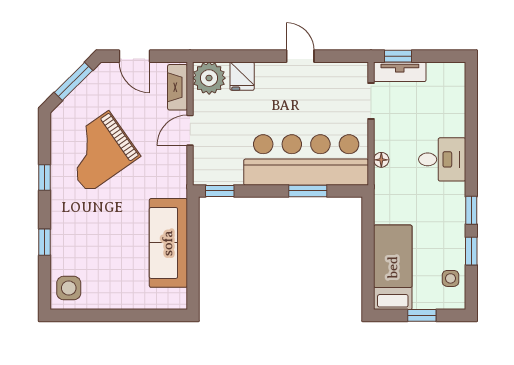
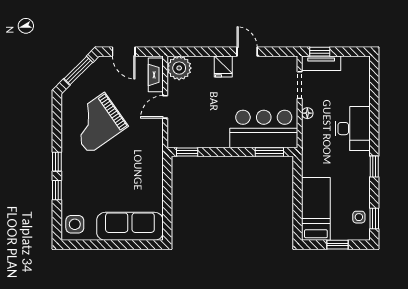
fridge: (242, 76) -> (223, 67), moved
desk: (442, 159) -> (353, 129), width x1.37
bar counter: (306, 160) -> (264, 129), width x0.73
floor lamp: (381, 160) -> (307, 113), moved
window: (45, 177) -> (57, 162), moved
window: (308, 191) -> (269, 152), moved
sofa: (168, 243) -> (130, 226), moved, turned 90
window: (471, 251) -> (374, 218), moved

